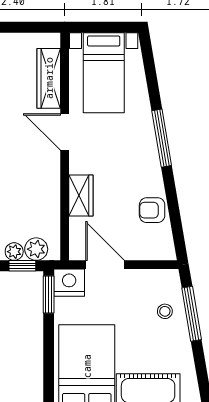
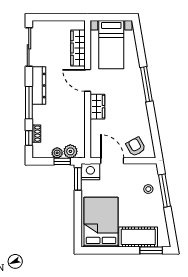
wardrobe: (81, 196) -> (97, 107), moved
armchair: (152, 210) -> (136, 147), moved, turned 61

